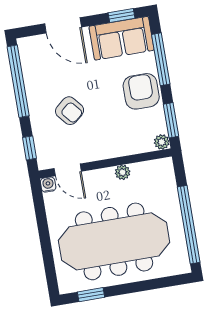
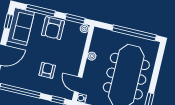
armchair: (141, 91) -> (53, 28), turned -90
armchair: (70, 111) -> (47, 70), turned -50
door: (68, 170) -> (78, 85), swing flipped

